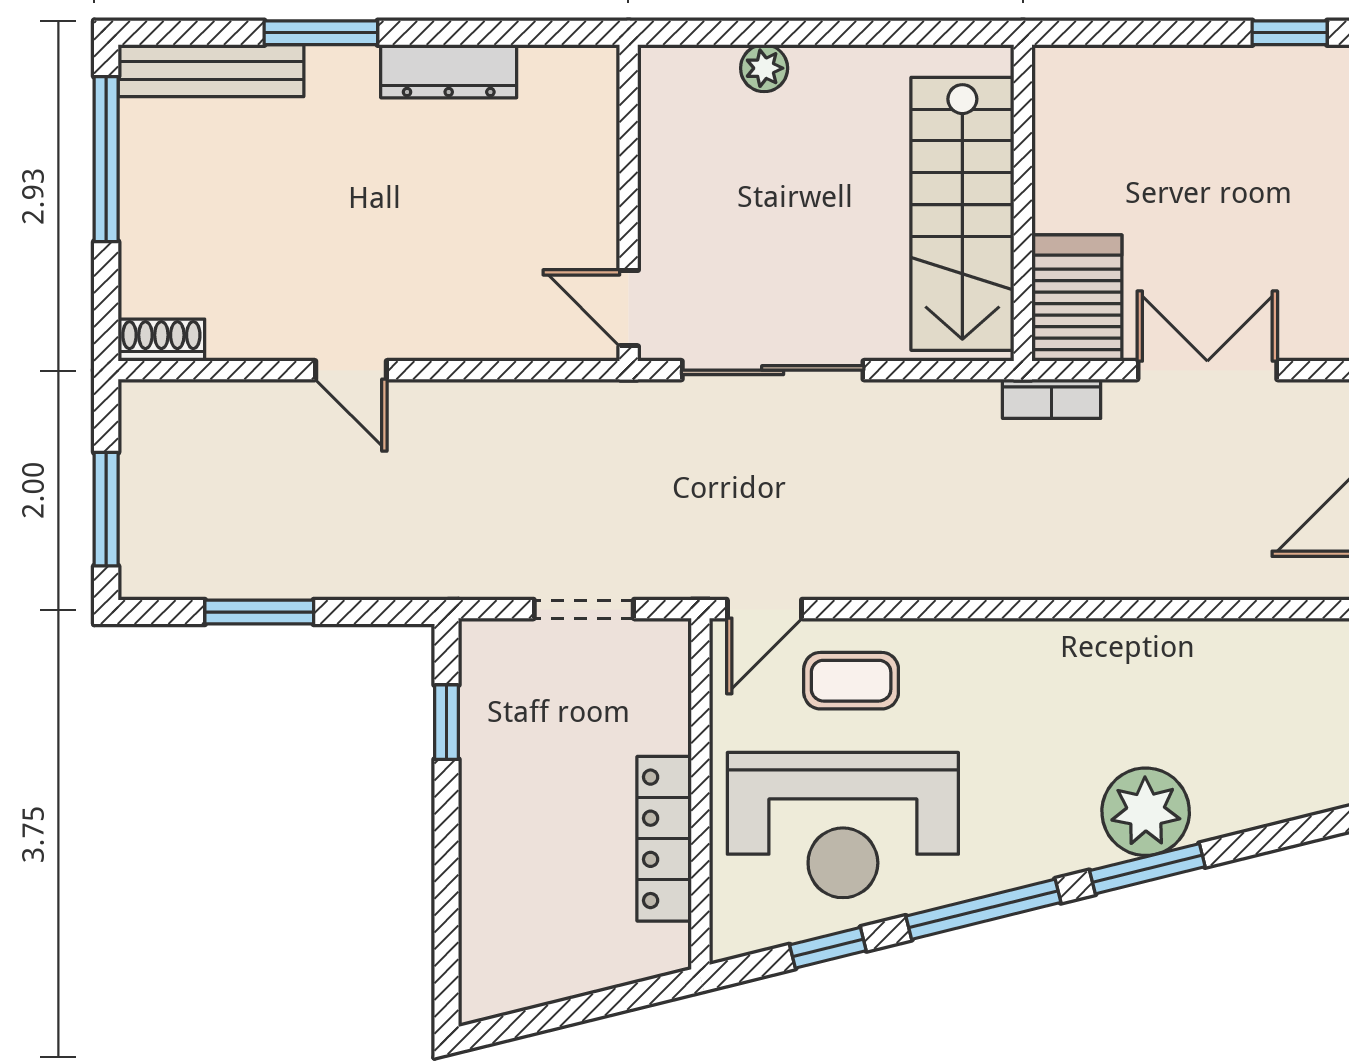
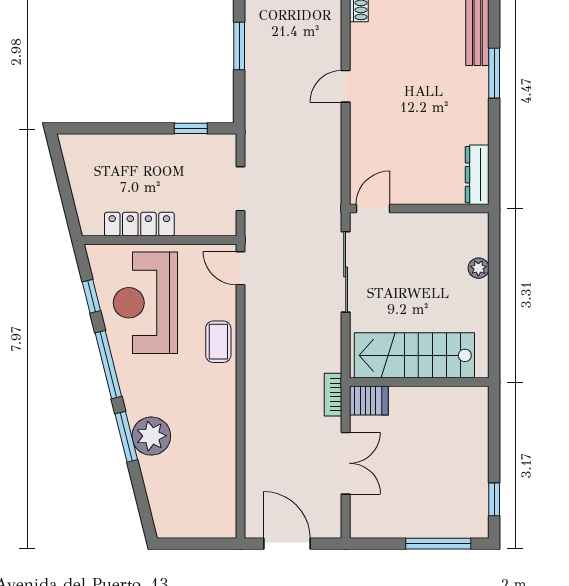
dresser: (449, 71) -> (477, 175), moved
server rack: (1077, 298) -> (369, 400), width x0.73, depth x0.70
coffee table: (851, 681) -> (218, 342), moved

